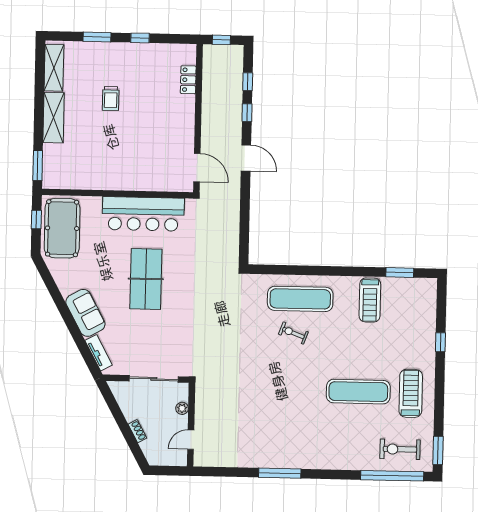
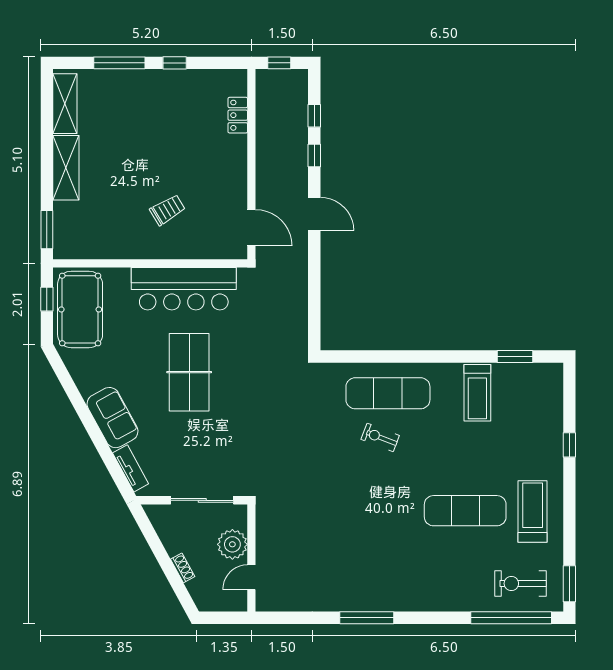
window: (97, 37) -> (119, 63), width x1.44
trolley: (111, 99) -> (168, 210), moved, turned -121
plant: (182, 408) -> (232, 544), width x1.88, depth x1.88

